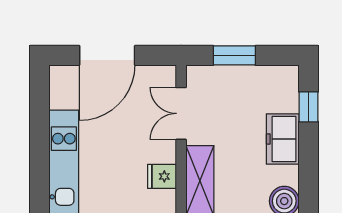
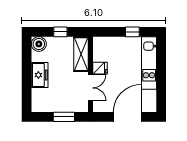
window: (308, 107) -> (27, 91), removed
fridge: (162, 176) -> (100, 68), moved

